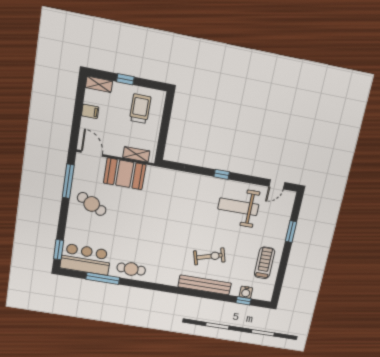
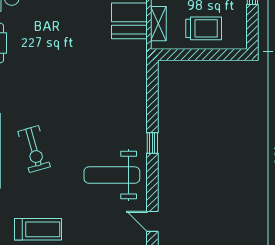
trolley: (140, 109) -> (204, 28), moved
weight bench: (238, 207) -> (112, 175), turned -90

